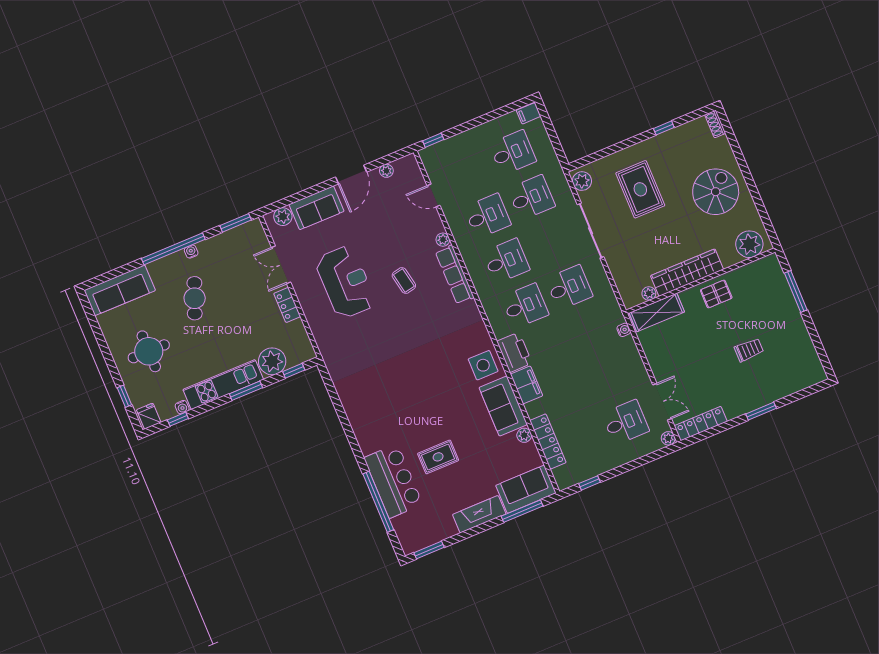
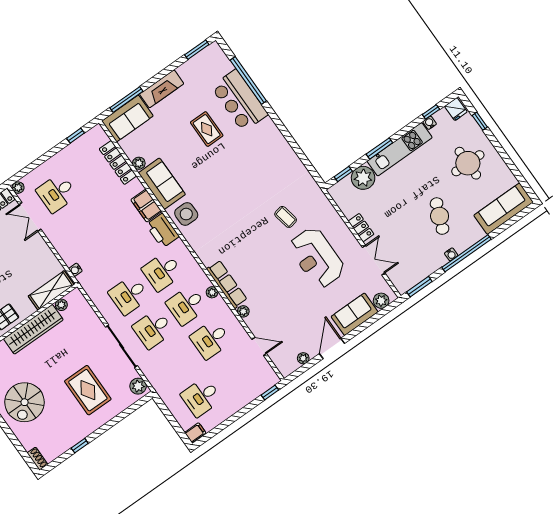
desk: (531, 197) -> (153, 329), moved
plant: (474, 269) -> (212, 292), added
coffee table: (404, 281) -> (286, 217), moved
rug: (438, 457) -> (207, 129), turned 90

